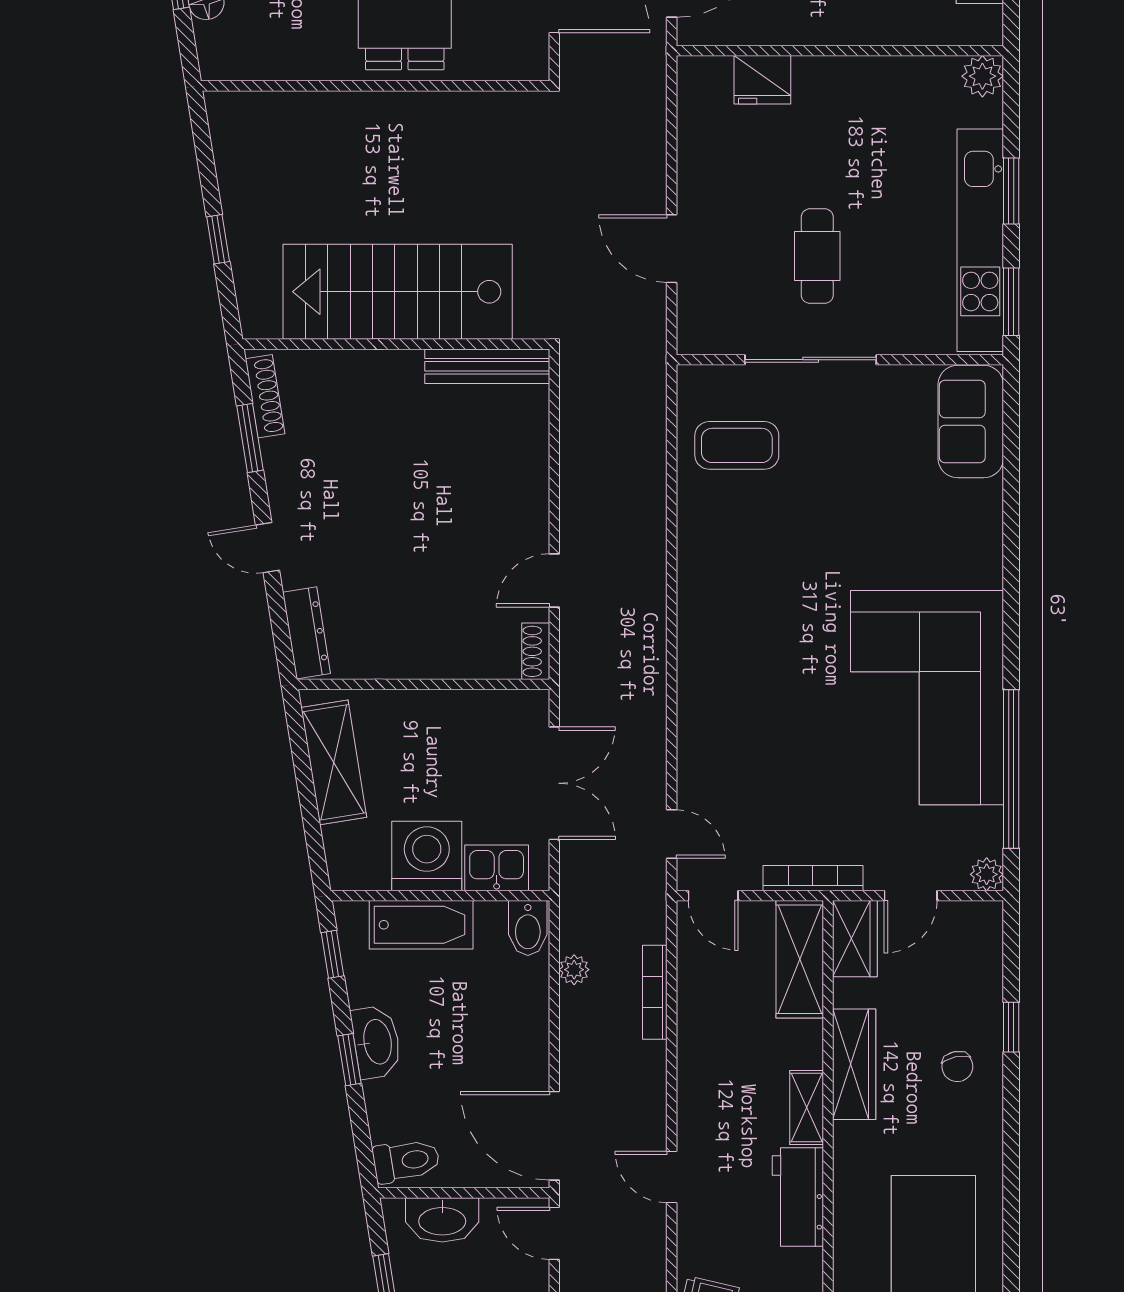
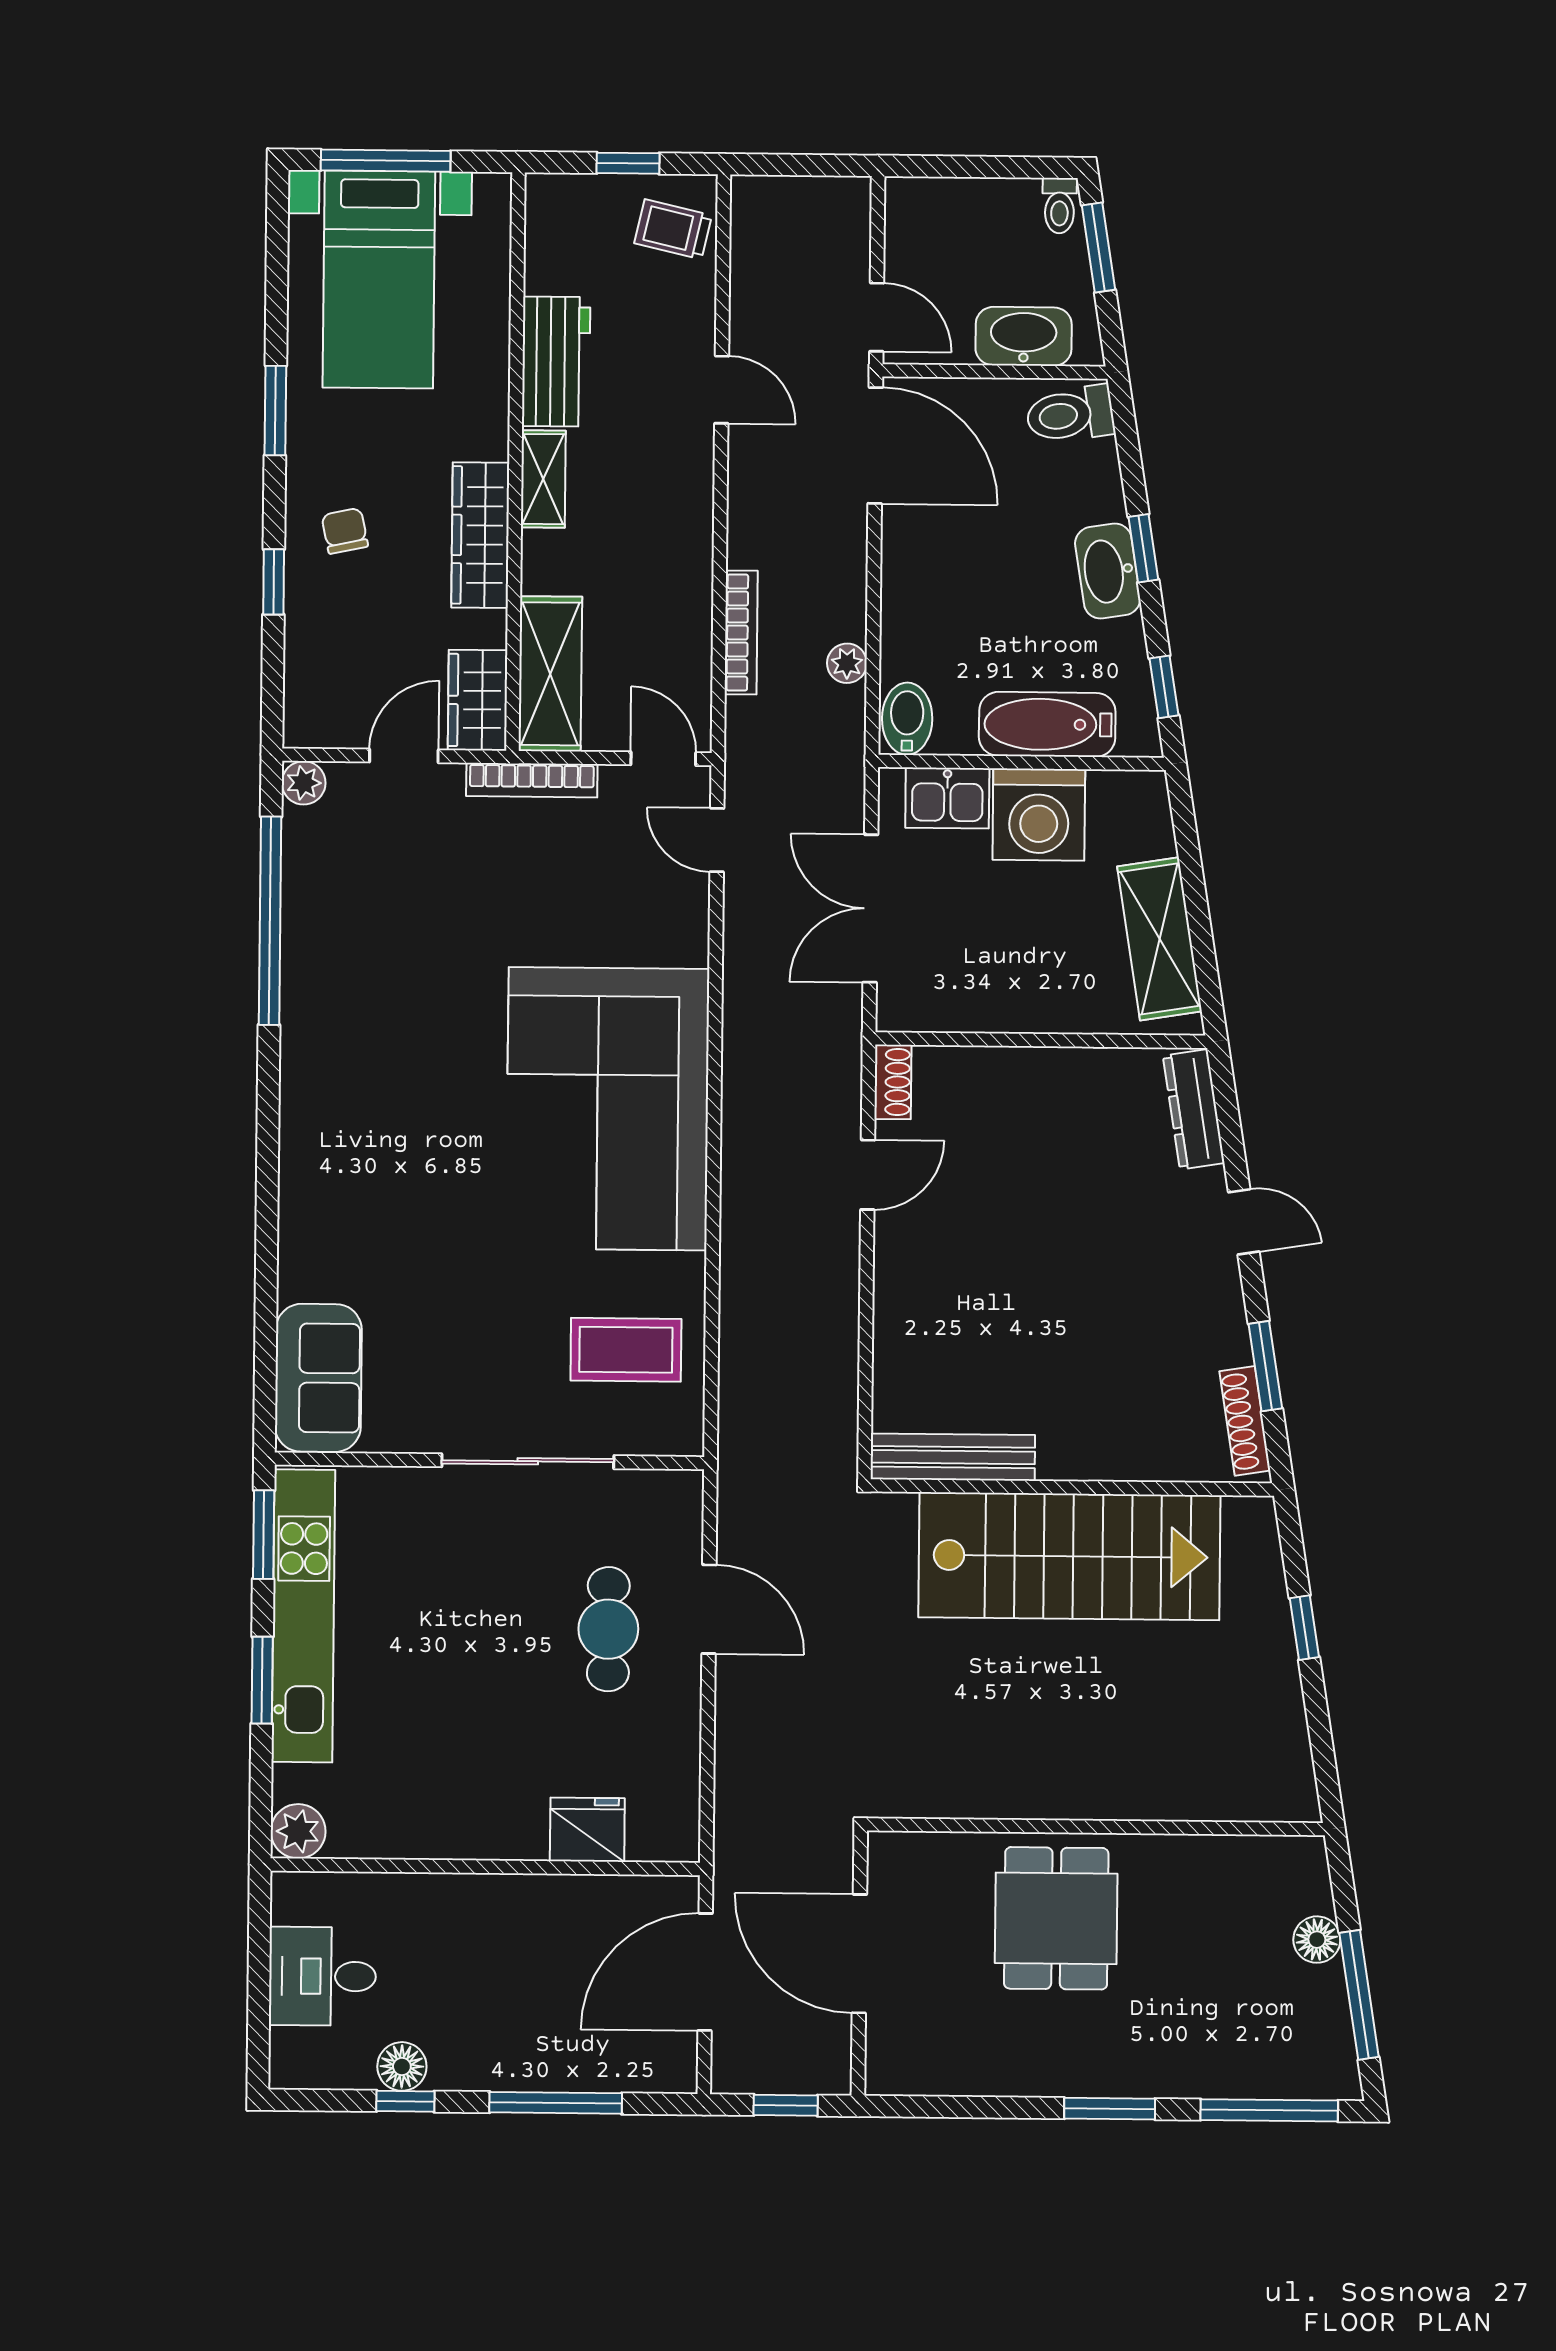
cafe table: (817, 256) -> (608, 1629), moved
corner sofa: (927, 698) -> (608, 1109), moved, turned 180
window: (1011, 1158) -> (275, 410), added

